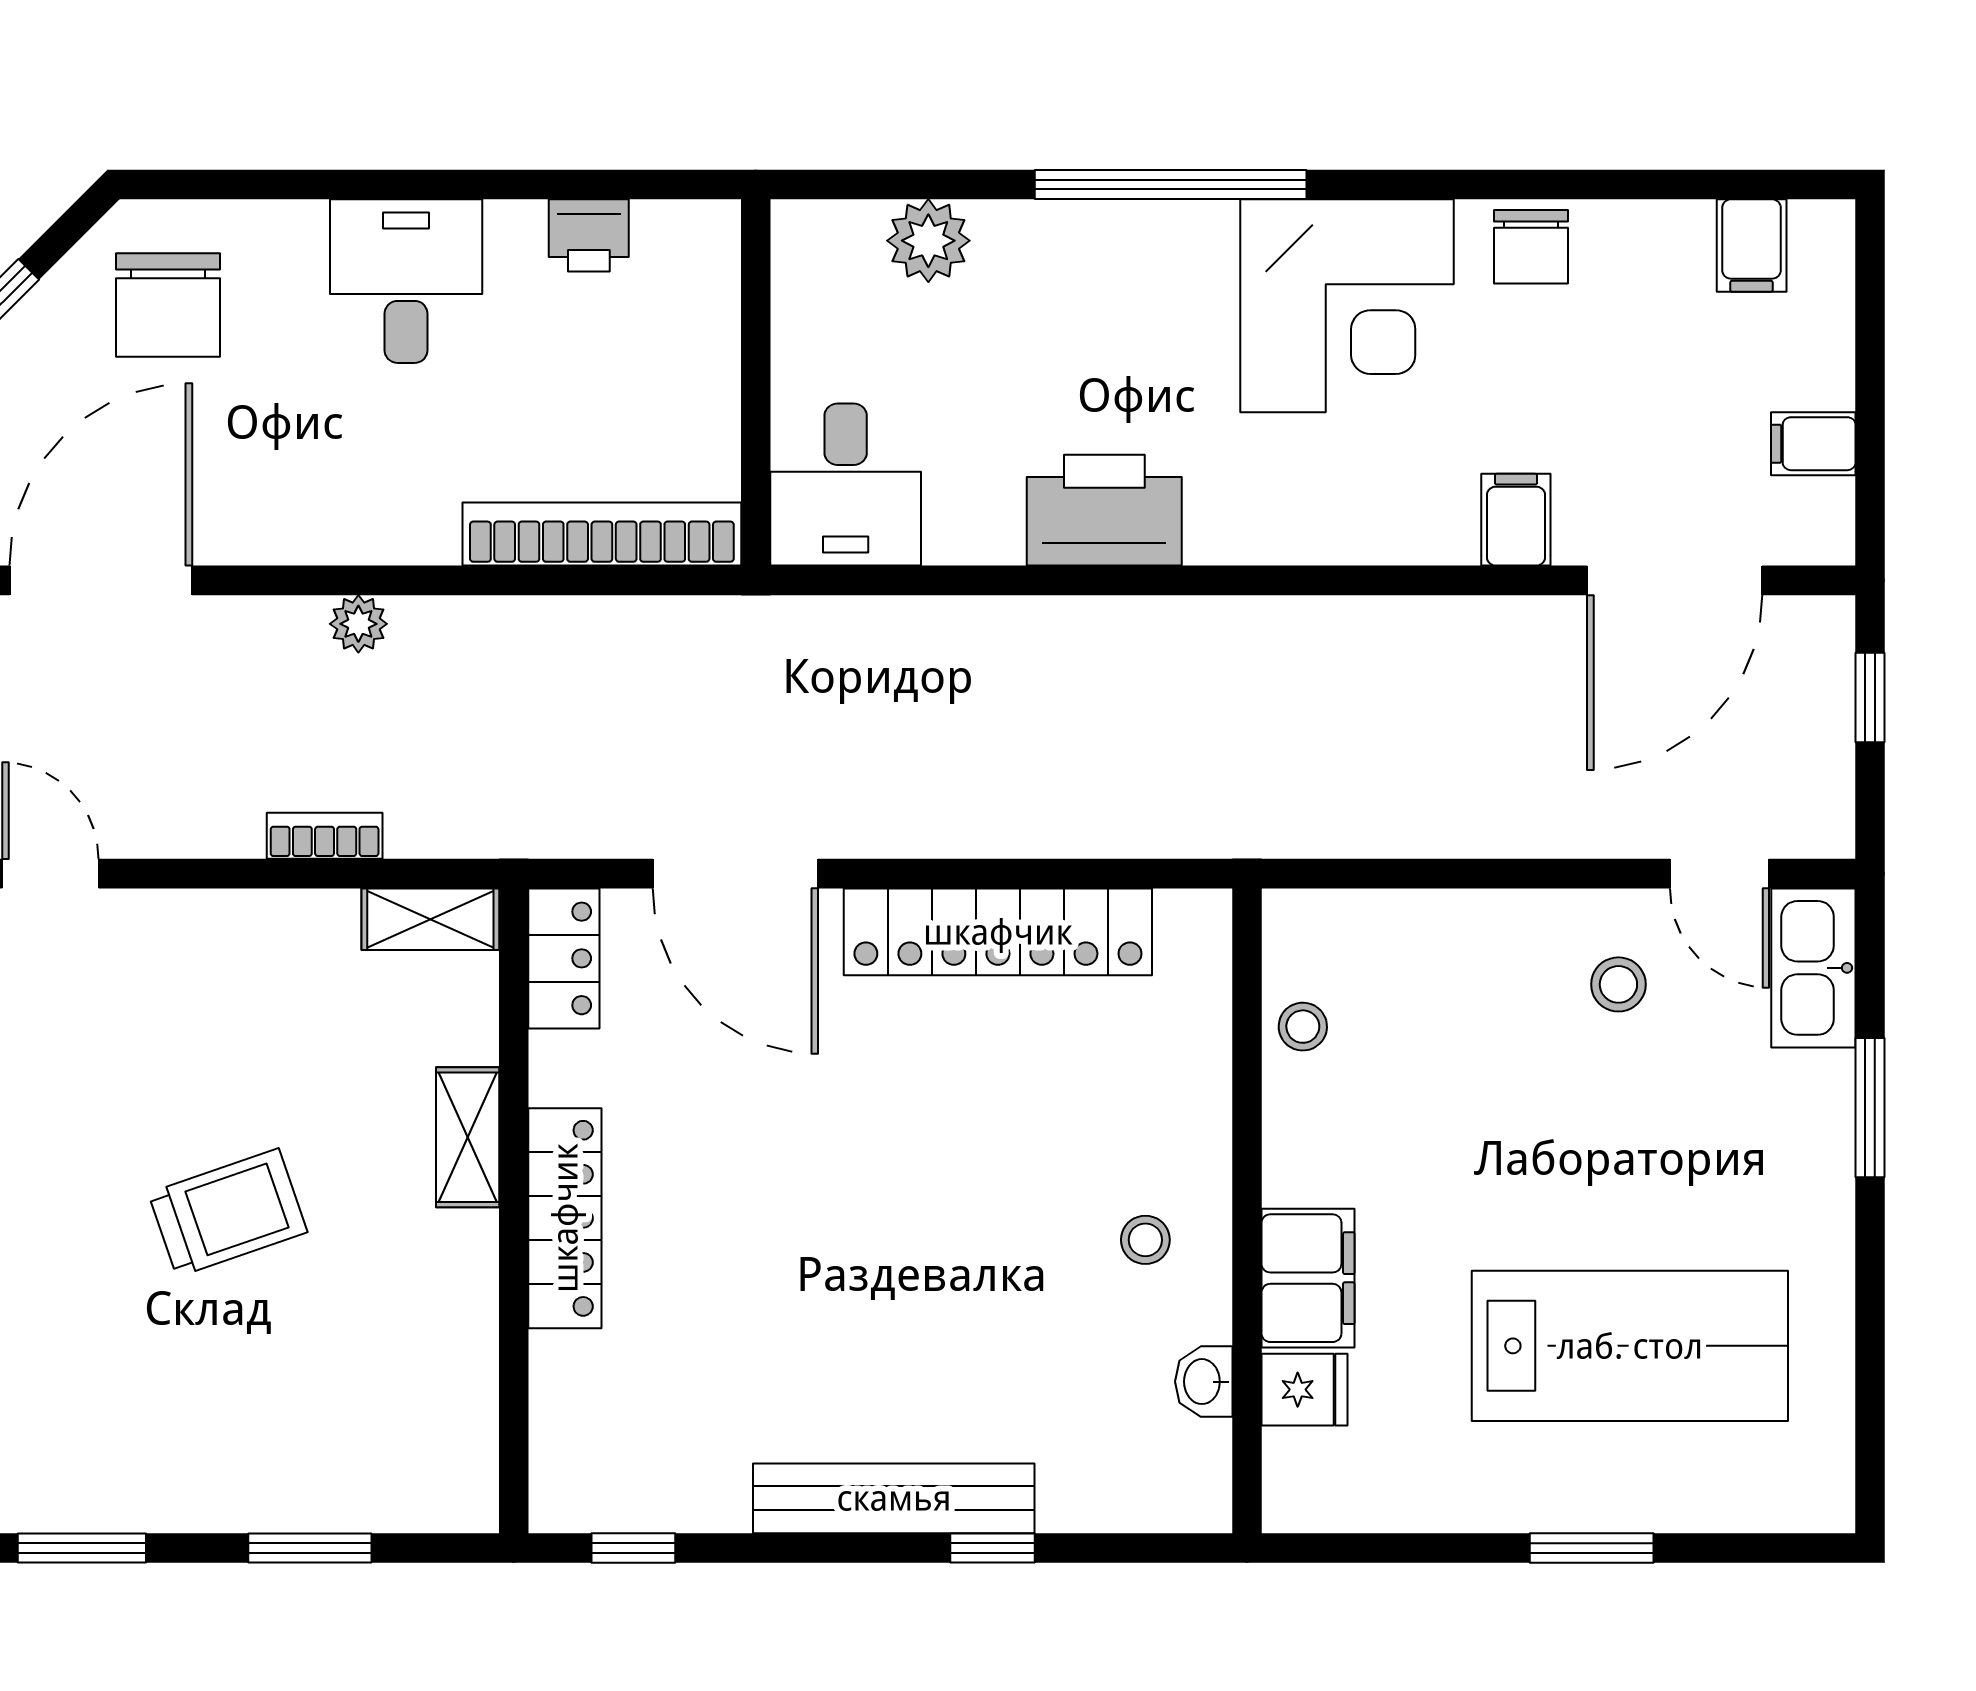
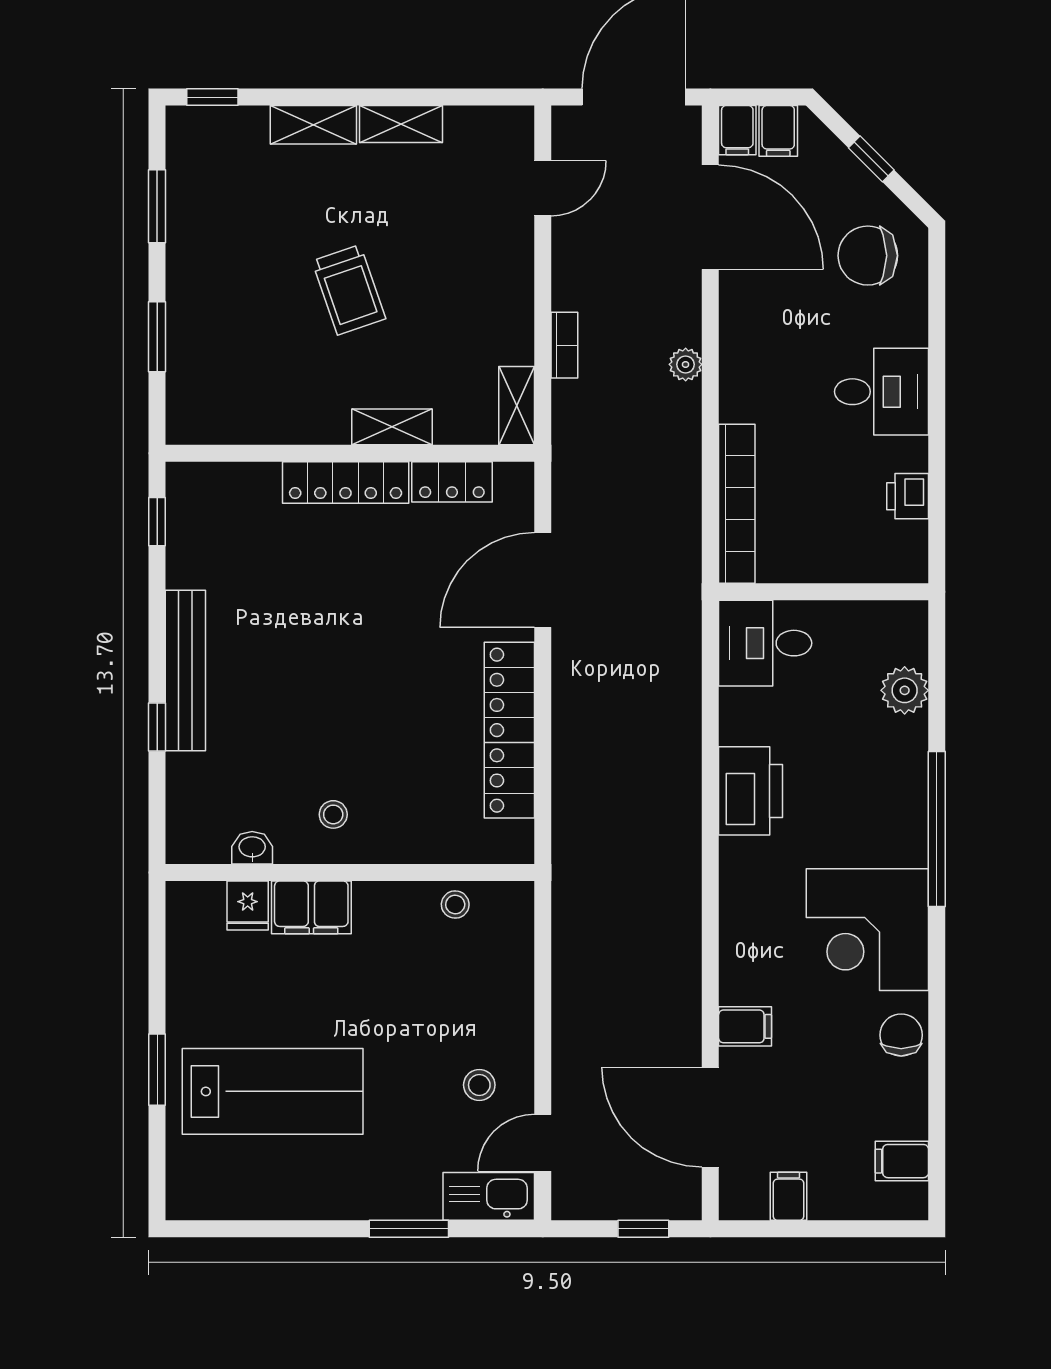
chair: (1531, 247) -> (901, 1035), turned 90
locker: (564, 958) -> (452, 482), moved
lab bench: (1630, 1346) -> (273, 1091), turned -90

